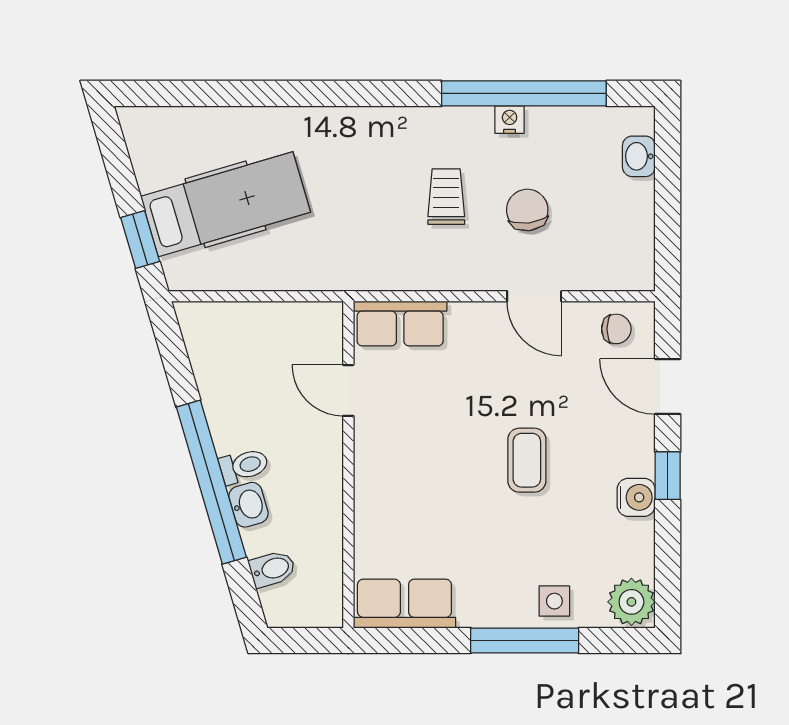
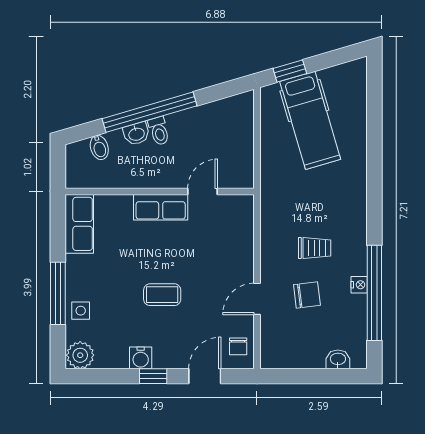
row of seats: (400, 324) -> (161, 207), moved, turned -90

